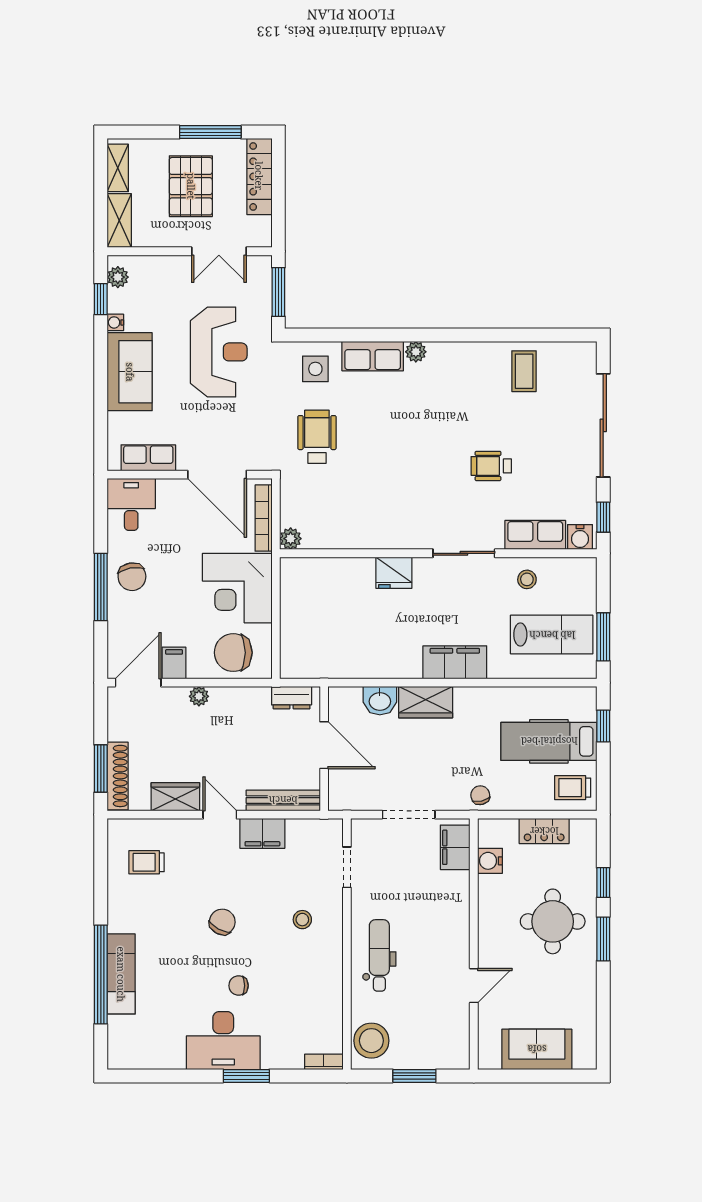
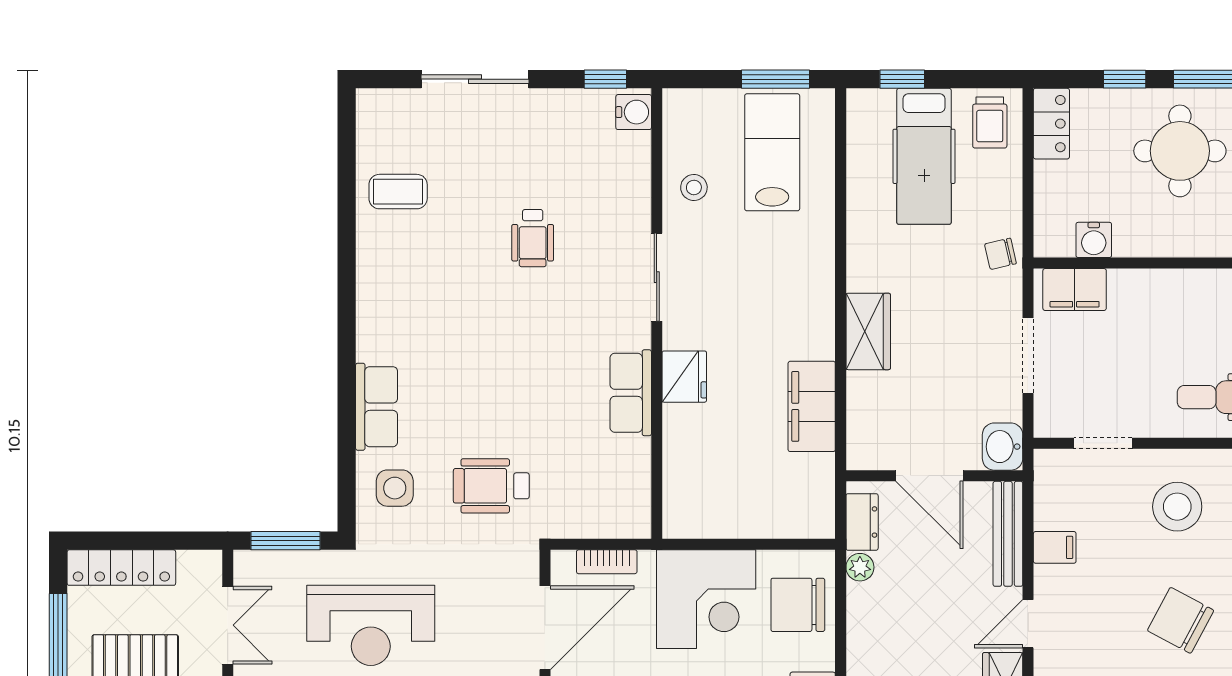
reception desk: (219, 352) -> (371, 625), turned 180
plant: (416, 352) -> (370, 345), removed
sliding door: (603, 425) -> (475, 79), width x0.73
bookcase: (264, 518) -> (607, 562), width x0.64
row of seats: (535, 535) -> (631, 393), moved
plant: (291, 539) -> (636, 523), removed
chair: (233, 653) -> (798, 605), turned 90
filing cabinet: (455, 662) -> (812, 406), moved
plant: (199, 696) -> (860, 567), moved
washbasin: (380, 701) -> (1003, 447), moved, turned 180
door: (324, 745) -> (929, 476), swing flipped
locker: (544, 831) -> (1051, 124), moved
filing cabinet: (262, 833) -> (1055, 547), width x0.50
stool: (302, 920) -> (1177, 507), width x1.89, depth x1.89
chair: (222, 922) -> (1181, 620), width x1.37, depth x1.37

